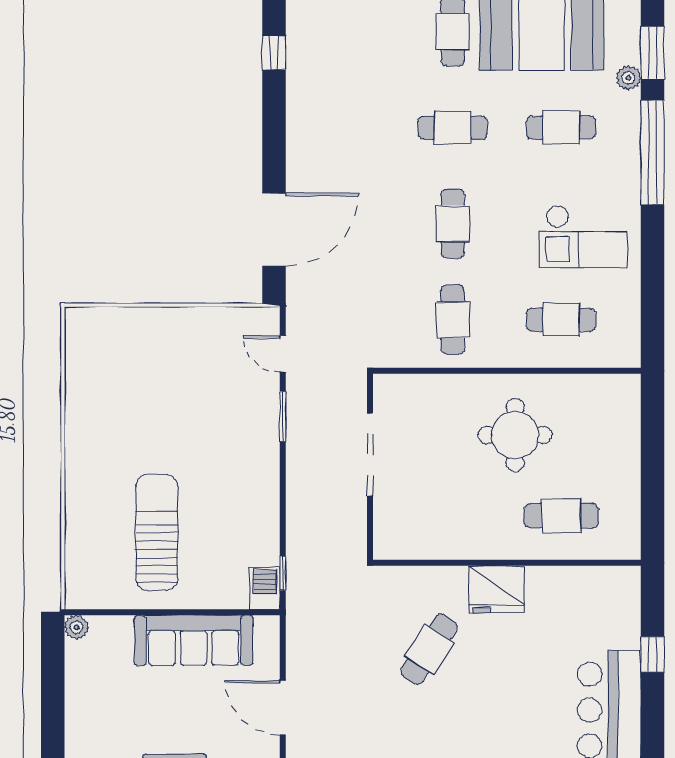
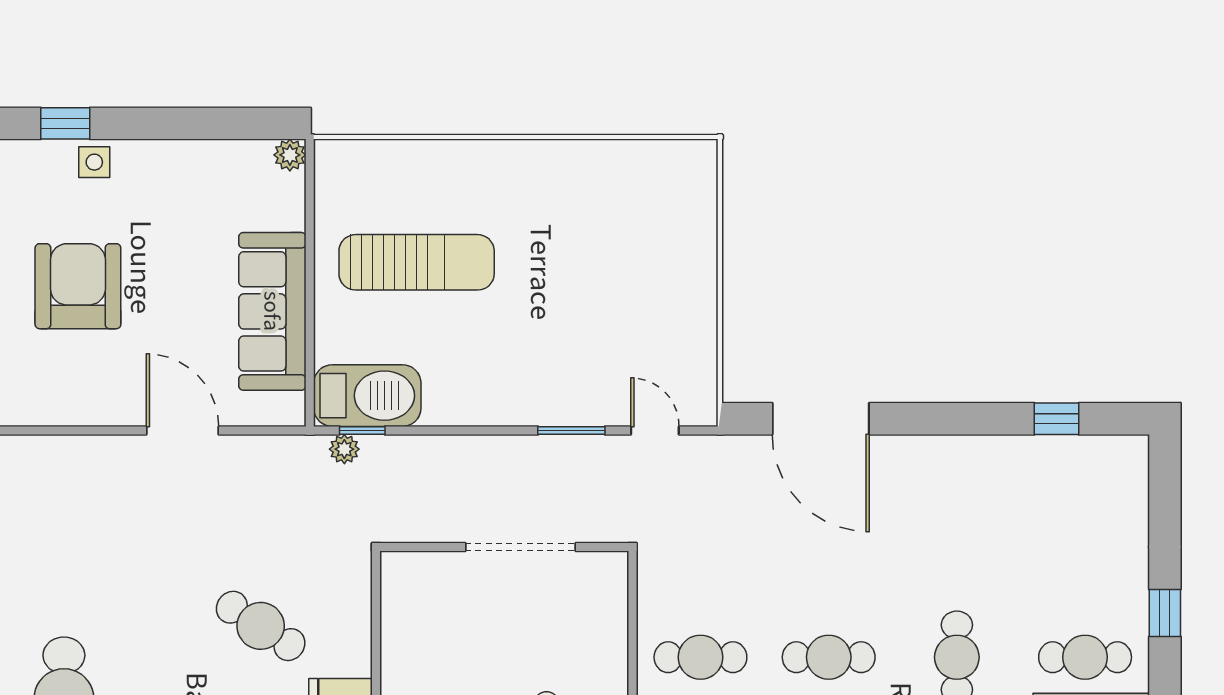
door: (283, 354) -> (655, 430), hinge flipped
plant: (297, 587) -> (344, 449), added
barbecue: (265, 588) -> (367, 396), width x1.88, depth x1.53
door: (283, 708) -> (182, 430), hinge flipped

